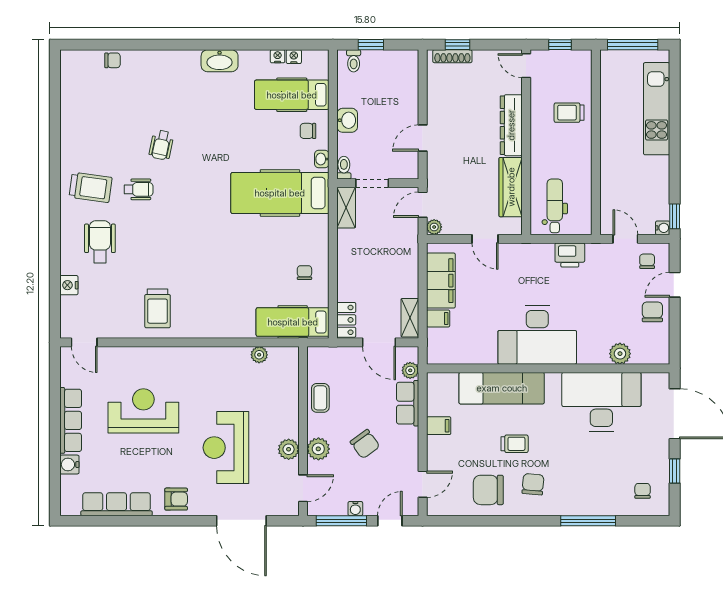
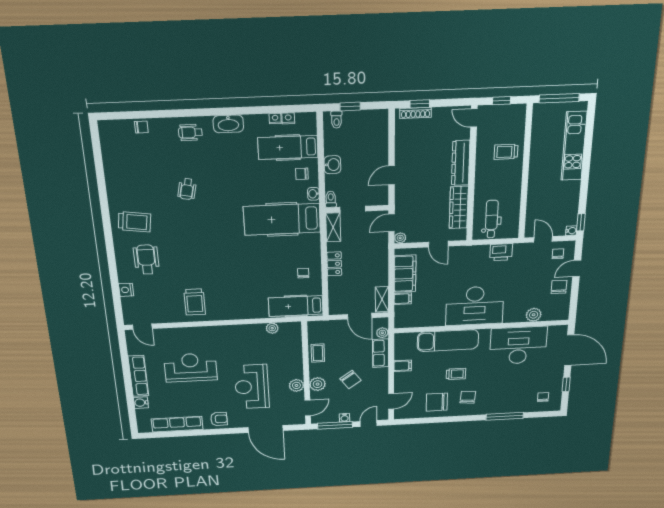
wheelchair: (139, 189) -> (190, 132), moved, turned 180
locker: (346, 320) -> (334, 264), moved

